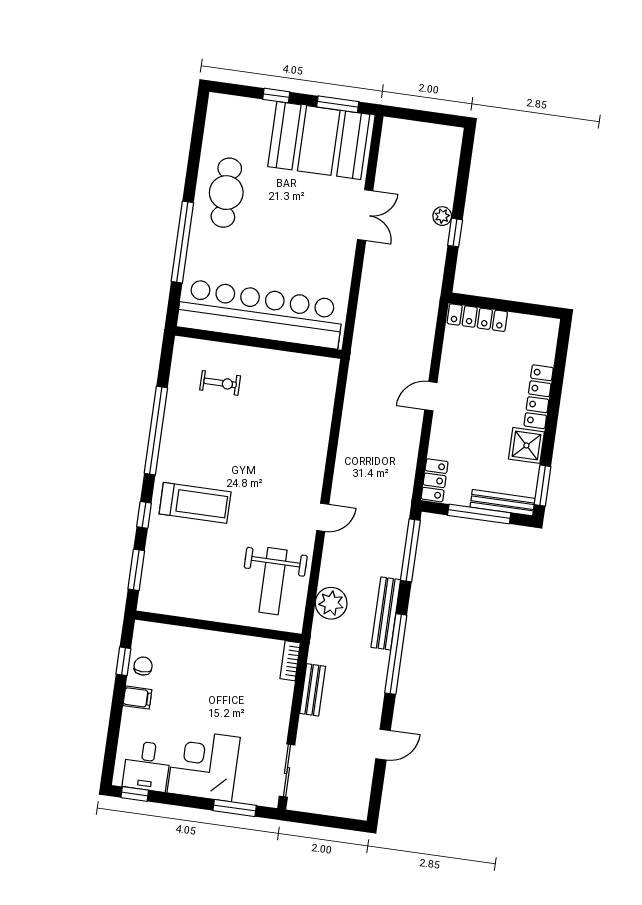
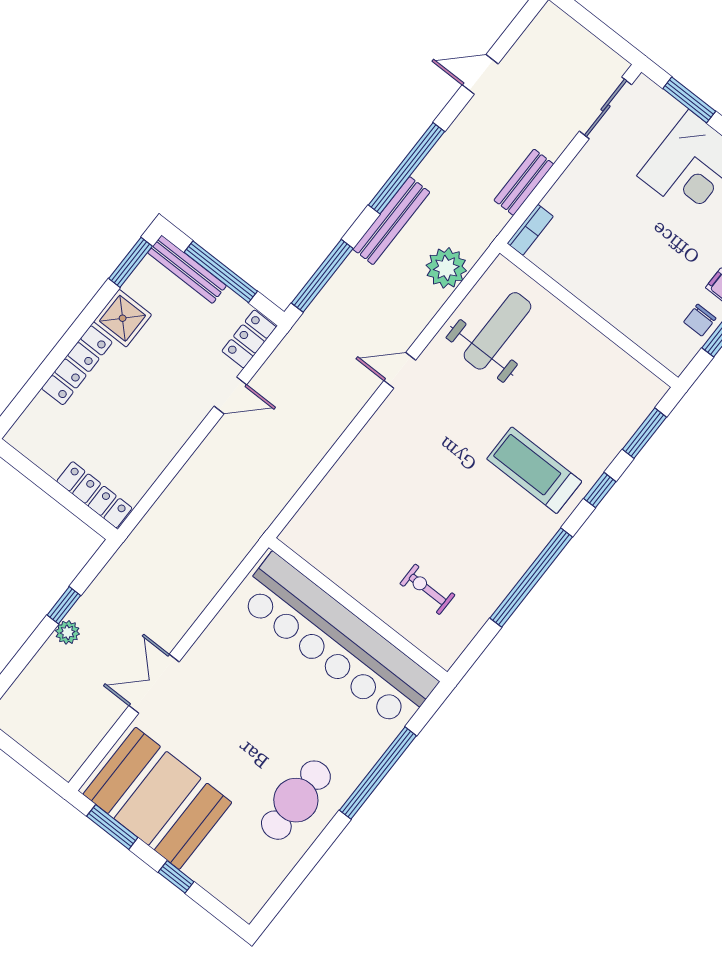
door: (431, 396) -> (230, 395), moved

